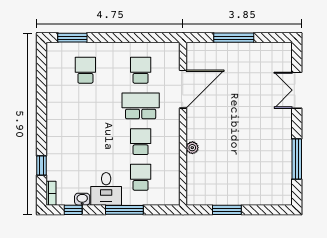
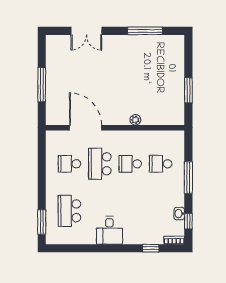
school desk: (85, 70) -> (69, 211), width x1.85
desk: (106, 189) -> (109, 230), moved, turned 90

